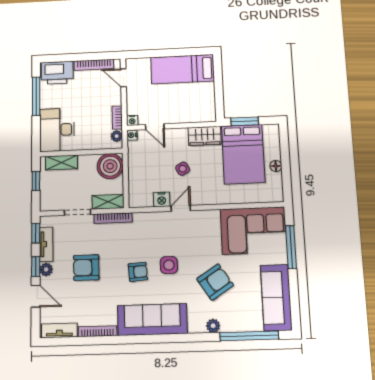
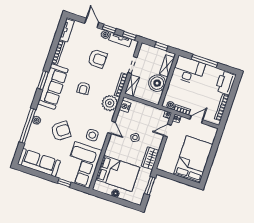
bed: (182, 69) -> (193, 159), width x1.50
door: (123, 78) -> (196, 119), moved
window: (36, 96) -> (204, 61), moved
bed: (243, 154) -> (118, 173), moved, turned 180
boiler: (110, 166) -> (157, 83), moved
nightstand: (162, 199) -> (125, 106), moved
plant: (146, 224) -> (110, 103), added
window: (291, 247) -> (64, 183), width x0.46
side table: (169, 265) -> (92, 135), moved
armchair: (86, 268) -> (97, 59), turned 90
armchair: (215, 282) -> (61, 131), turned -92
door: (36, 296) -> (92, 23), swing flipped
window: (249, 336) -> (28, 126), moved
window: (148, 339) -> (43, 80), added

